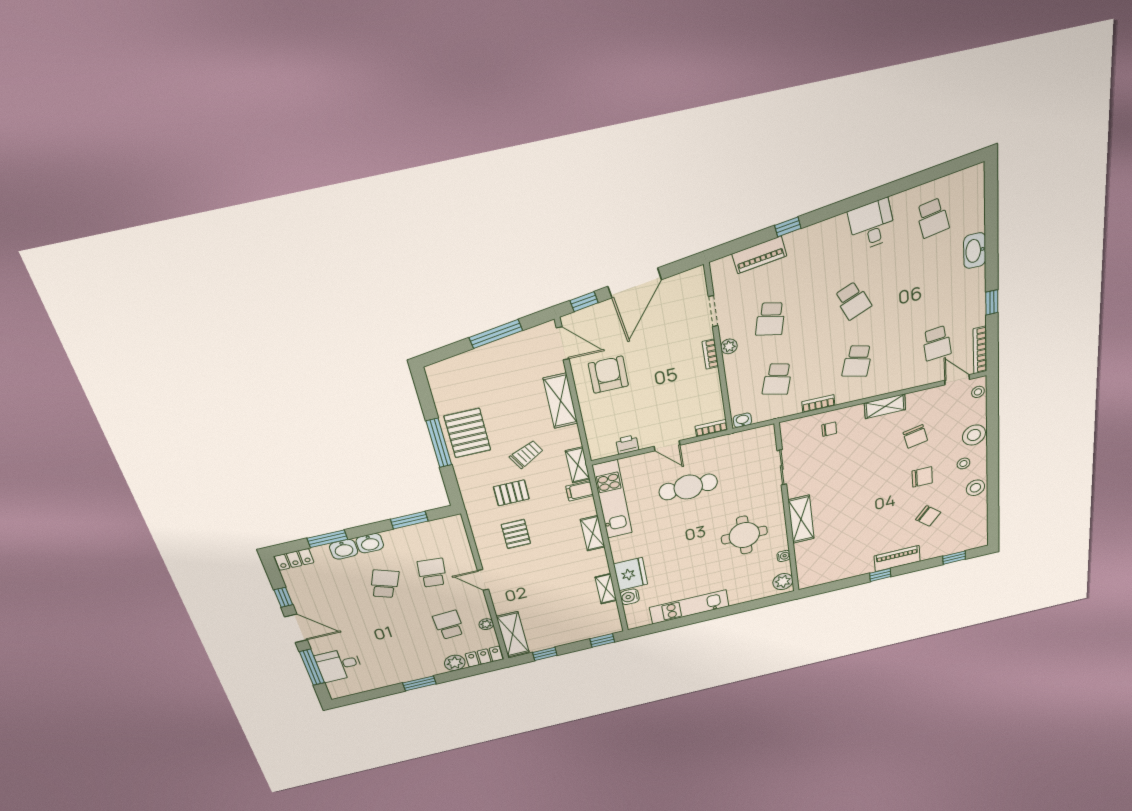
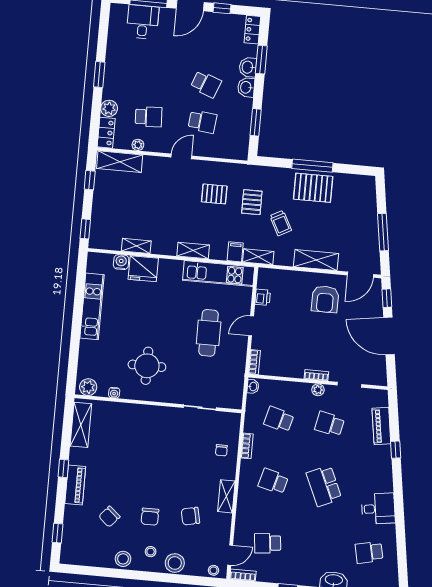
school desk: (853, 301) -> (324, 486), width x1.85
bookcase: (980, 350) -> (243, 575), width x0.64
armchair: (608, 375) -> (325, 299), turned 90
shelving: (801, 519) -> (81, 425), moved, turned 90

